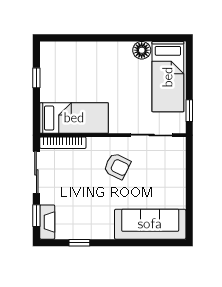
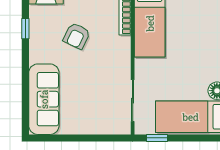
armchair: (117, 166) -> (77, 36), moved

